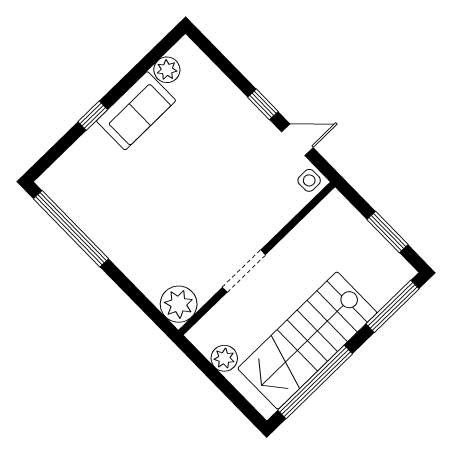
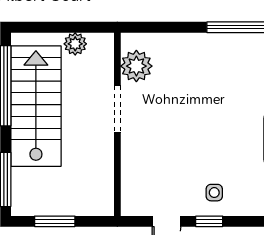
side table: (309, 180) -> (214, 193), moved
plant: (179, 304) -> (136, 66), moved

